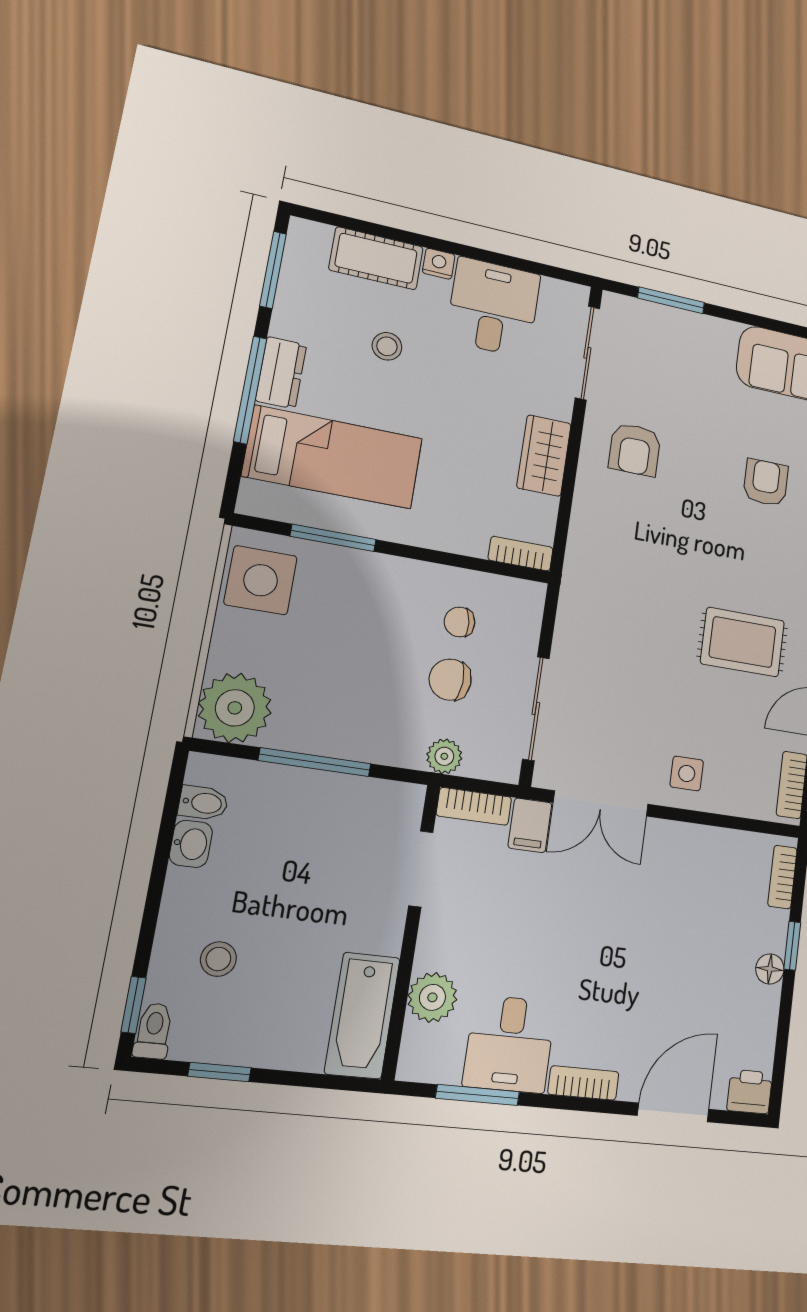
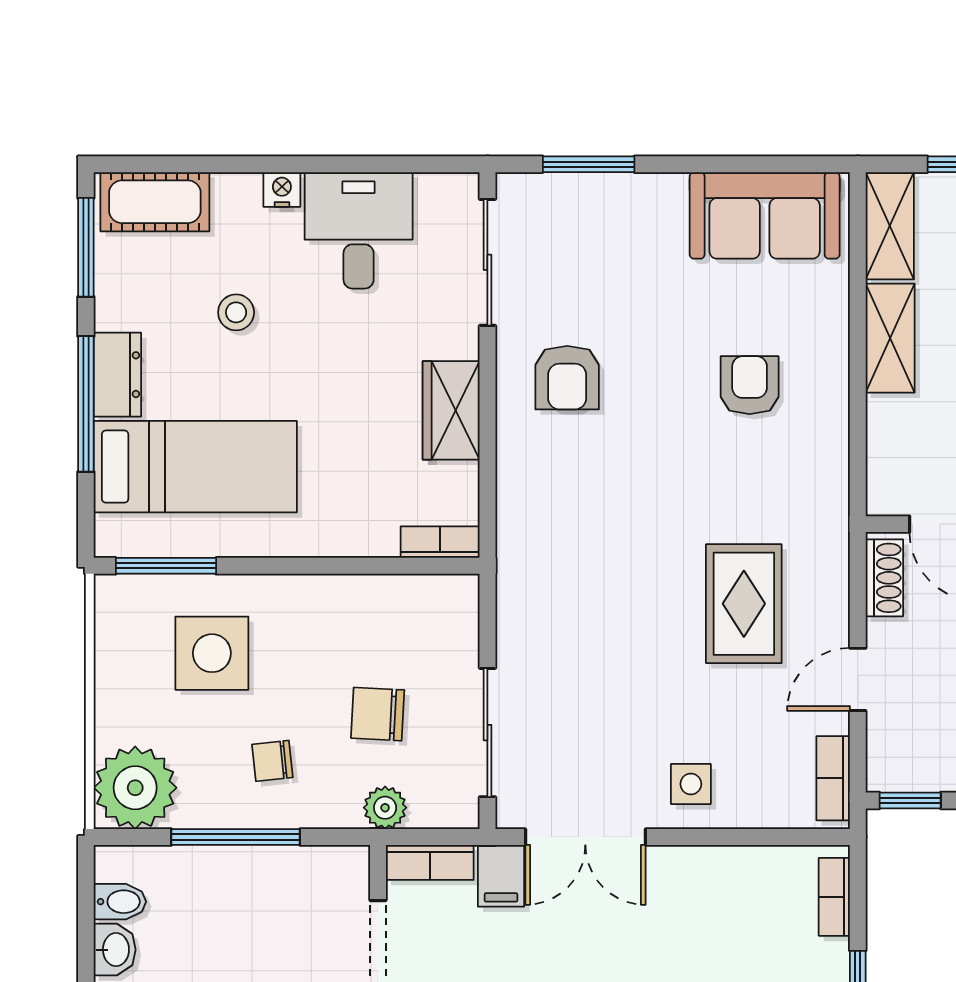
cot: (376, 258) -> (155, 202), moved
window: (333, 538) -> (166, 566), moved
side table: (261, 580) -> (212, 653), moved
chair: (460, 622) -> (272, 761), moved
rug: (743, 642) -> (744, 604), turned 90

